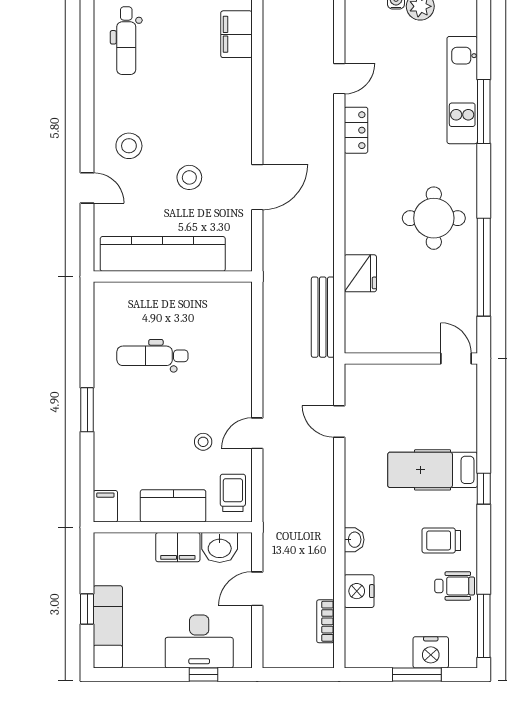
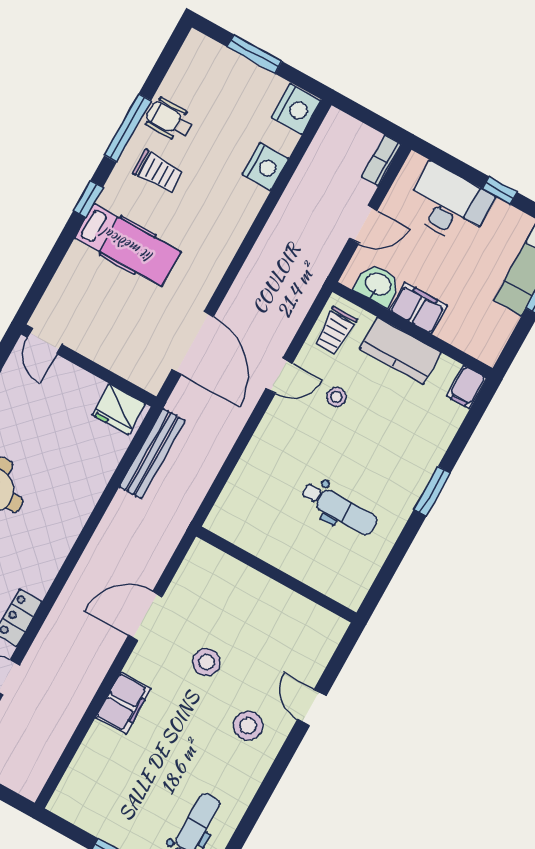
filing cabinet: (236, 34) -> (123, 703), moved
kitchen counter: (163, 254) -> (274, 602), removed
fridge: (360, 273) -> (119, 409), moved, turned -90
door: (339, 421) -> (193, 343), width x1.88
washbasin: (354, 540) -> (242, 220), removed
bookcase: (325, 621) -> (381, 160), moved, turned 180
window: (484, 626) -> (128, 128), moved
nightstand: (431, 652) -> (296, 109), moved, turned 90
window: (204, 675) -> (500, 190), moved

